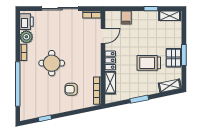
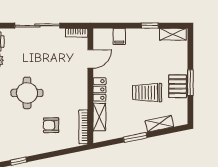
shelving: (170, 86) -> (159, 124), moved

